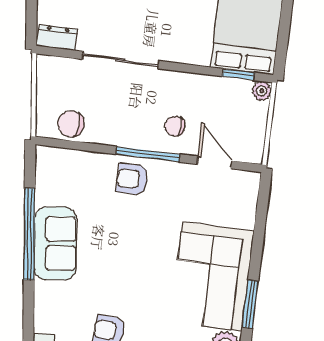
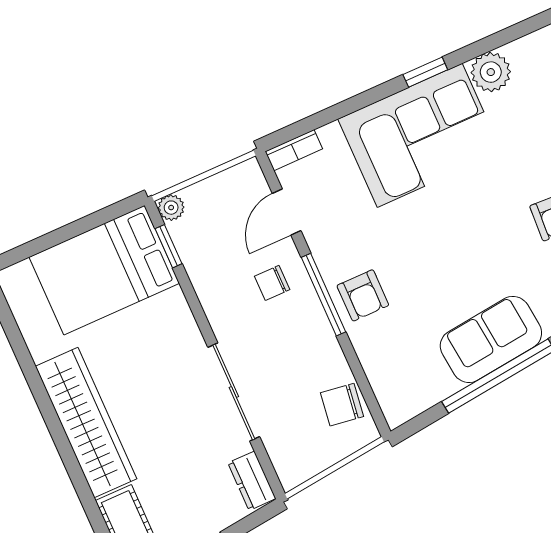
chair: (71, 124) -> (342, 405), turned 93
chair: (175, 126) -> (272, 283), turned 90
bookcase: (251, 191) -> (294, 150), added
window: (250, 304) -> (425, 72), width x0.67

